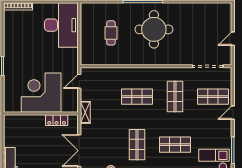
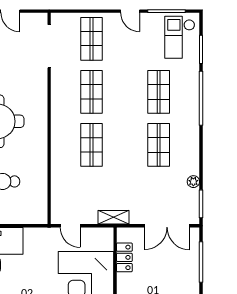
shop shelf: (175, 97) -> (92, 92), turned 90
door: (233, 113) -> (130, 11), moved
shop shelf: (137, 145) -> (159, 145), turned 90

